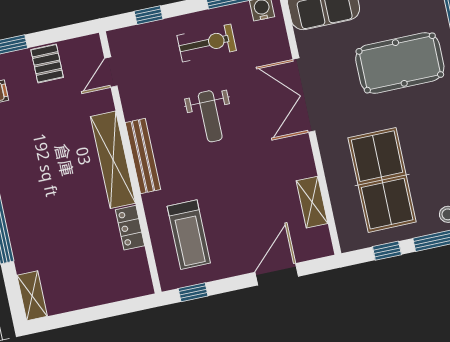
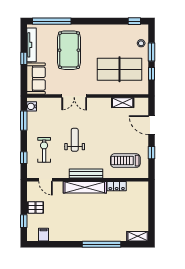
exercise bike: (207, 43) -> (44, 150), moved
double door: (304, 95) -> (74, 96), width x0.73
weight bench: (210, 116) -> (75, 140), turned -90
treadmill: (189, 235) -> (125, 161), turned 180
window: (193, 292) -> (151, 153), moved

